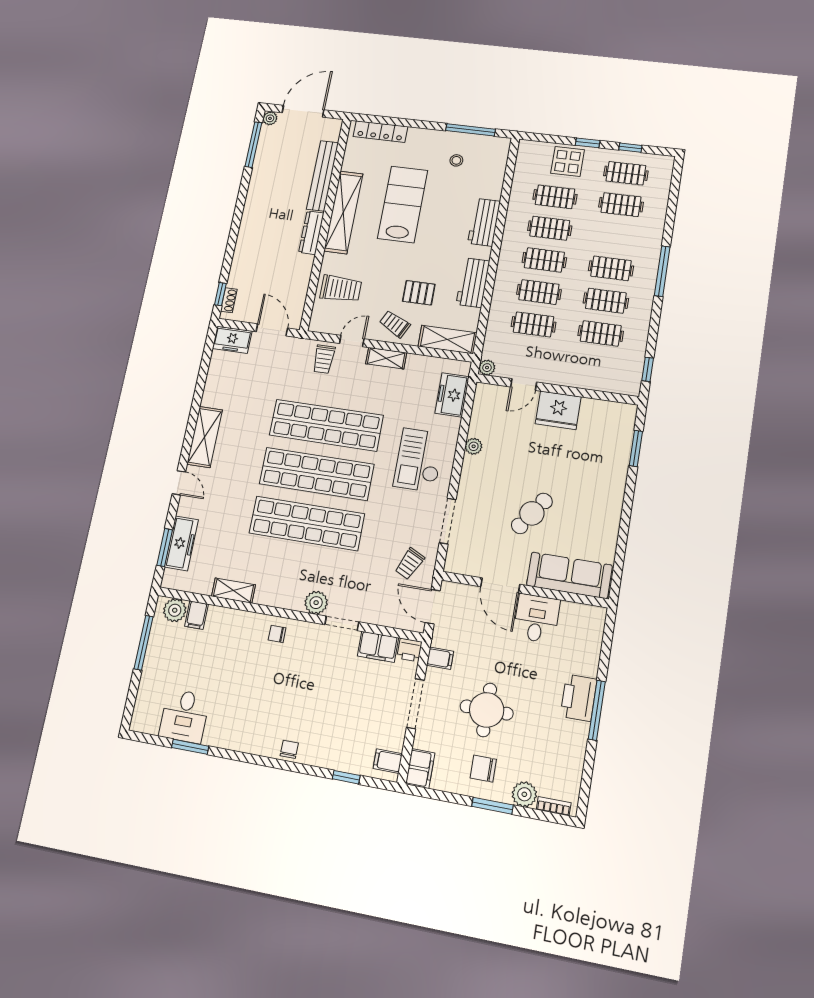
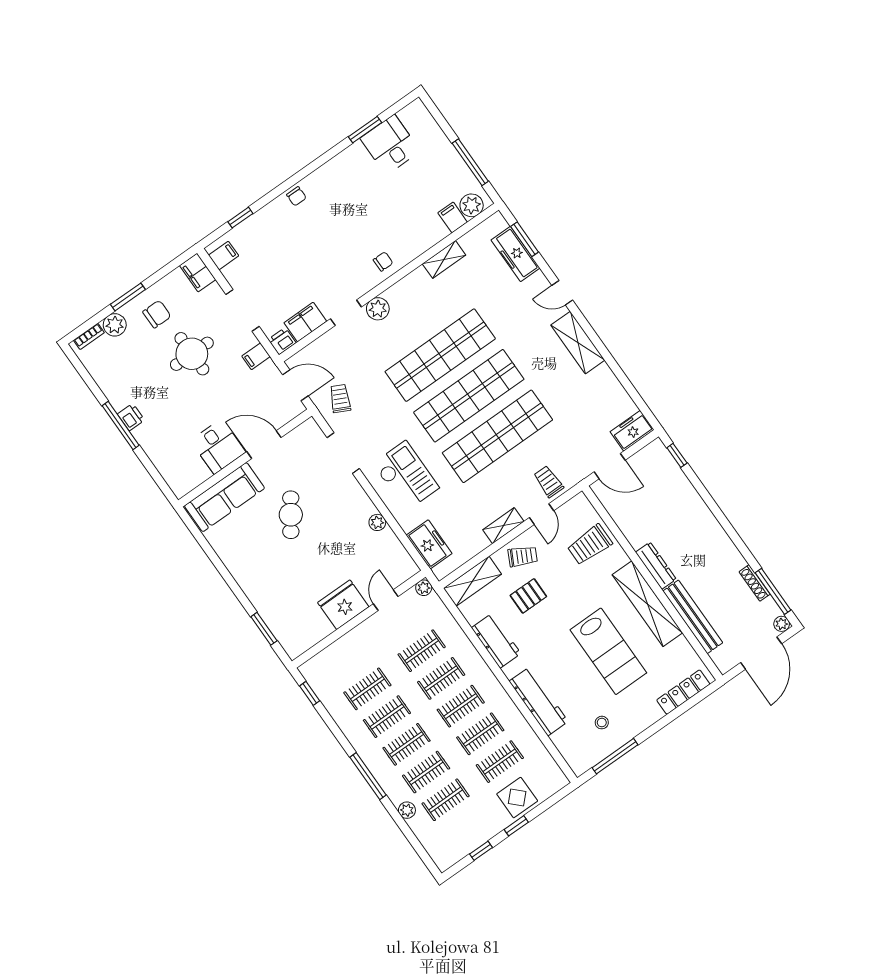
clothes rail: (626, 173) -> (426, 772), moved
workbench: (484, 222) -> (539, 701), width x1.38
plant: (657, 222) -> (407, 810), added
shoe rack: (229, 300) -> (755, 583), moved, width x1.43
printer: (579, 698) -> (131, 417), width x0.53, depth x0.68

